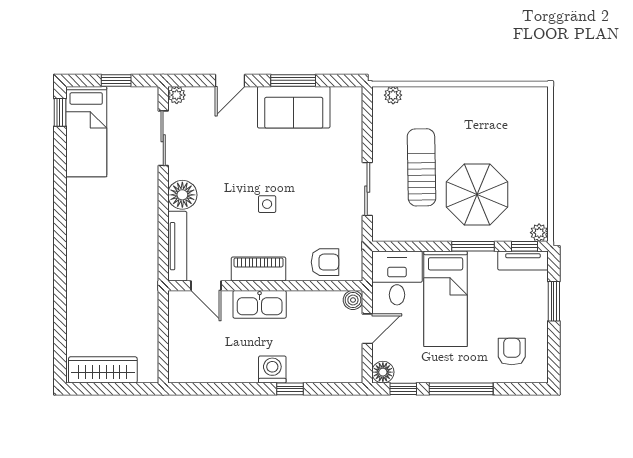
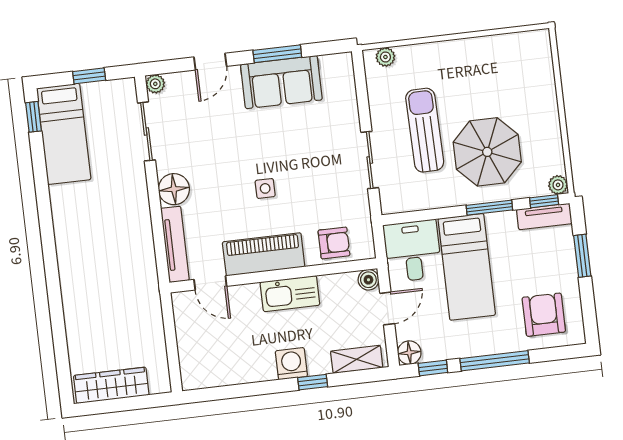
piano: (259, 269) -> (264, 254), width x1.37, depth x1.33
kitchen sink: (260, 304) -> (290, 294), moved
armchair: (512, 352) -> (544, 315), width x1.38, depth x1.38
shelving: (333, 373) -> (357, 359), added

